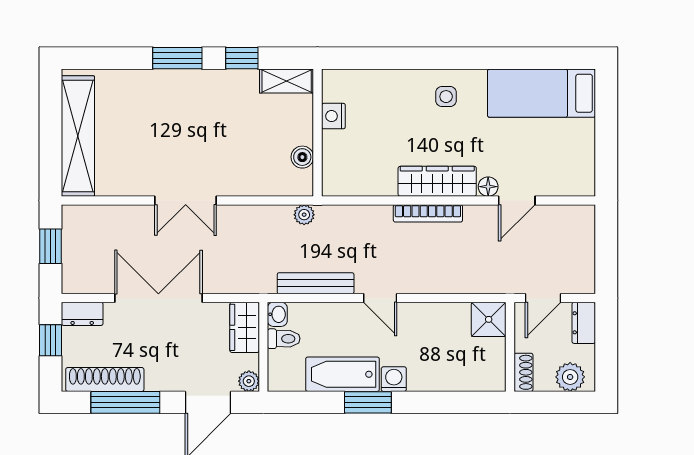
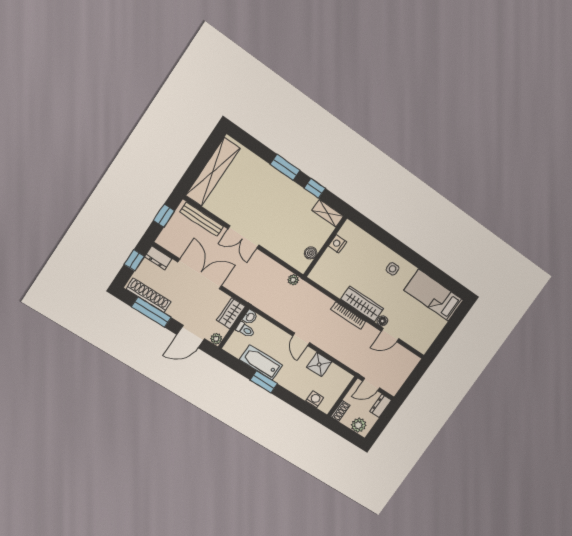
bench: (316, 283) -> (202, 219), moved
shower: (489, 319) -> (319, 365), moved
washing machine: (394, 379) -> (315, 399), moved

